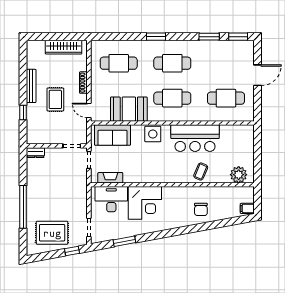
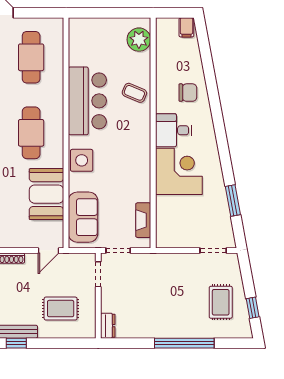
rug: (55, 99) -> (61, 309), moved
window: (23, 113) -> (16, 343), moved
desk: (111, 199) -> (173, 130), moved, width x0.73
rug: (52, 233) -> (221, 302), width x0.73, depth x0.70
window: (72, 251) -> (253, 308), moved

